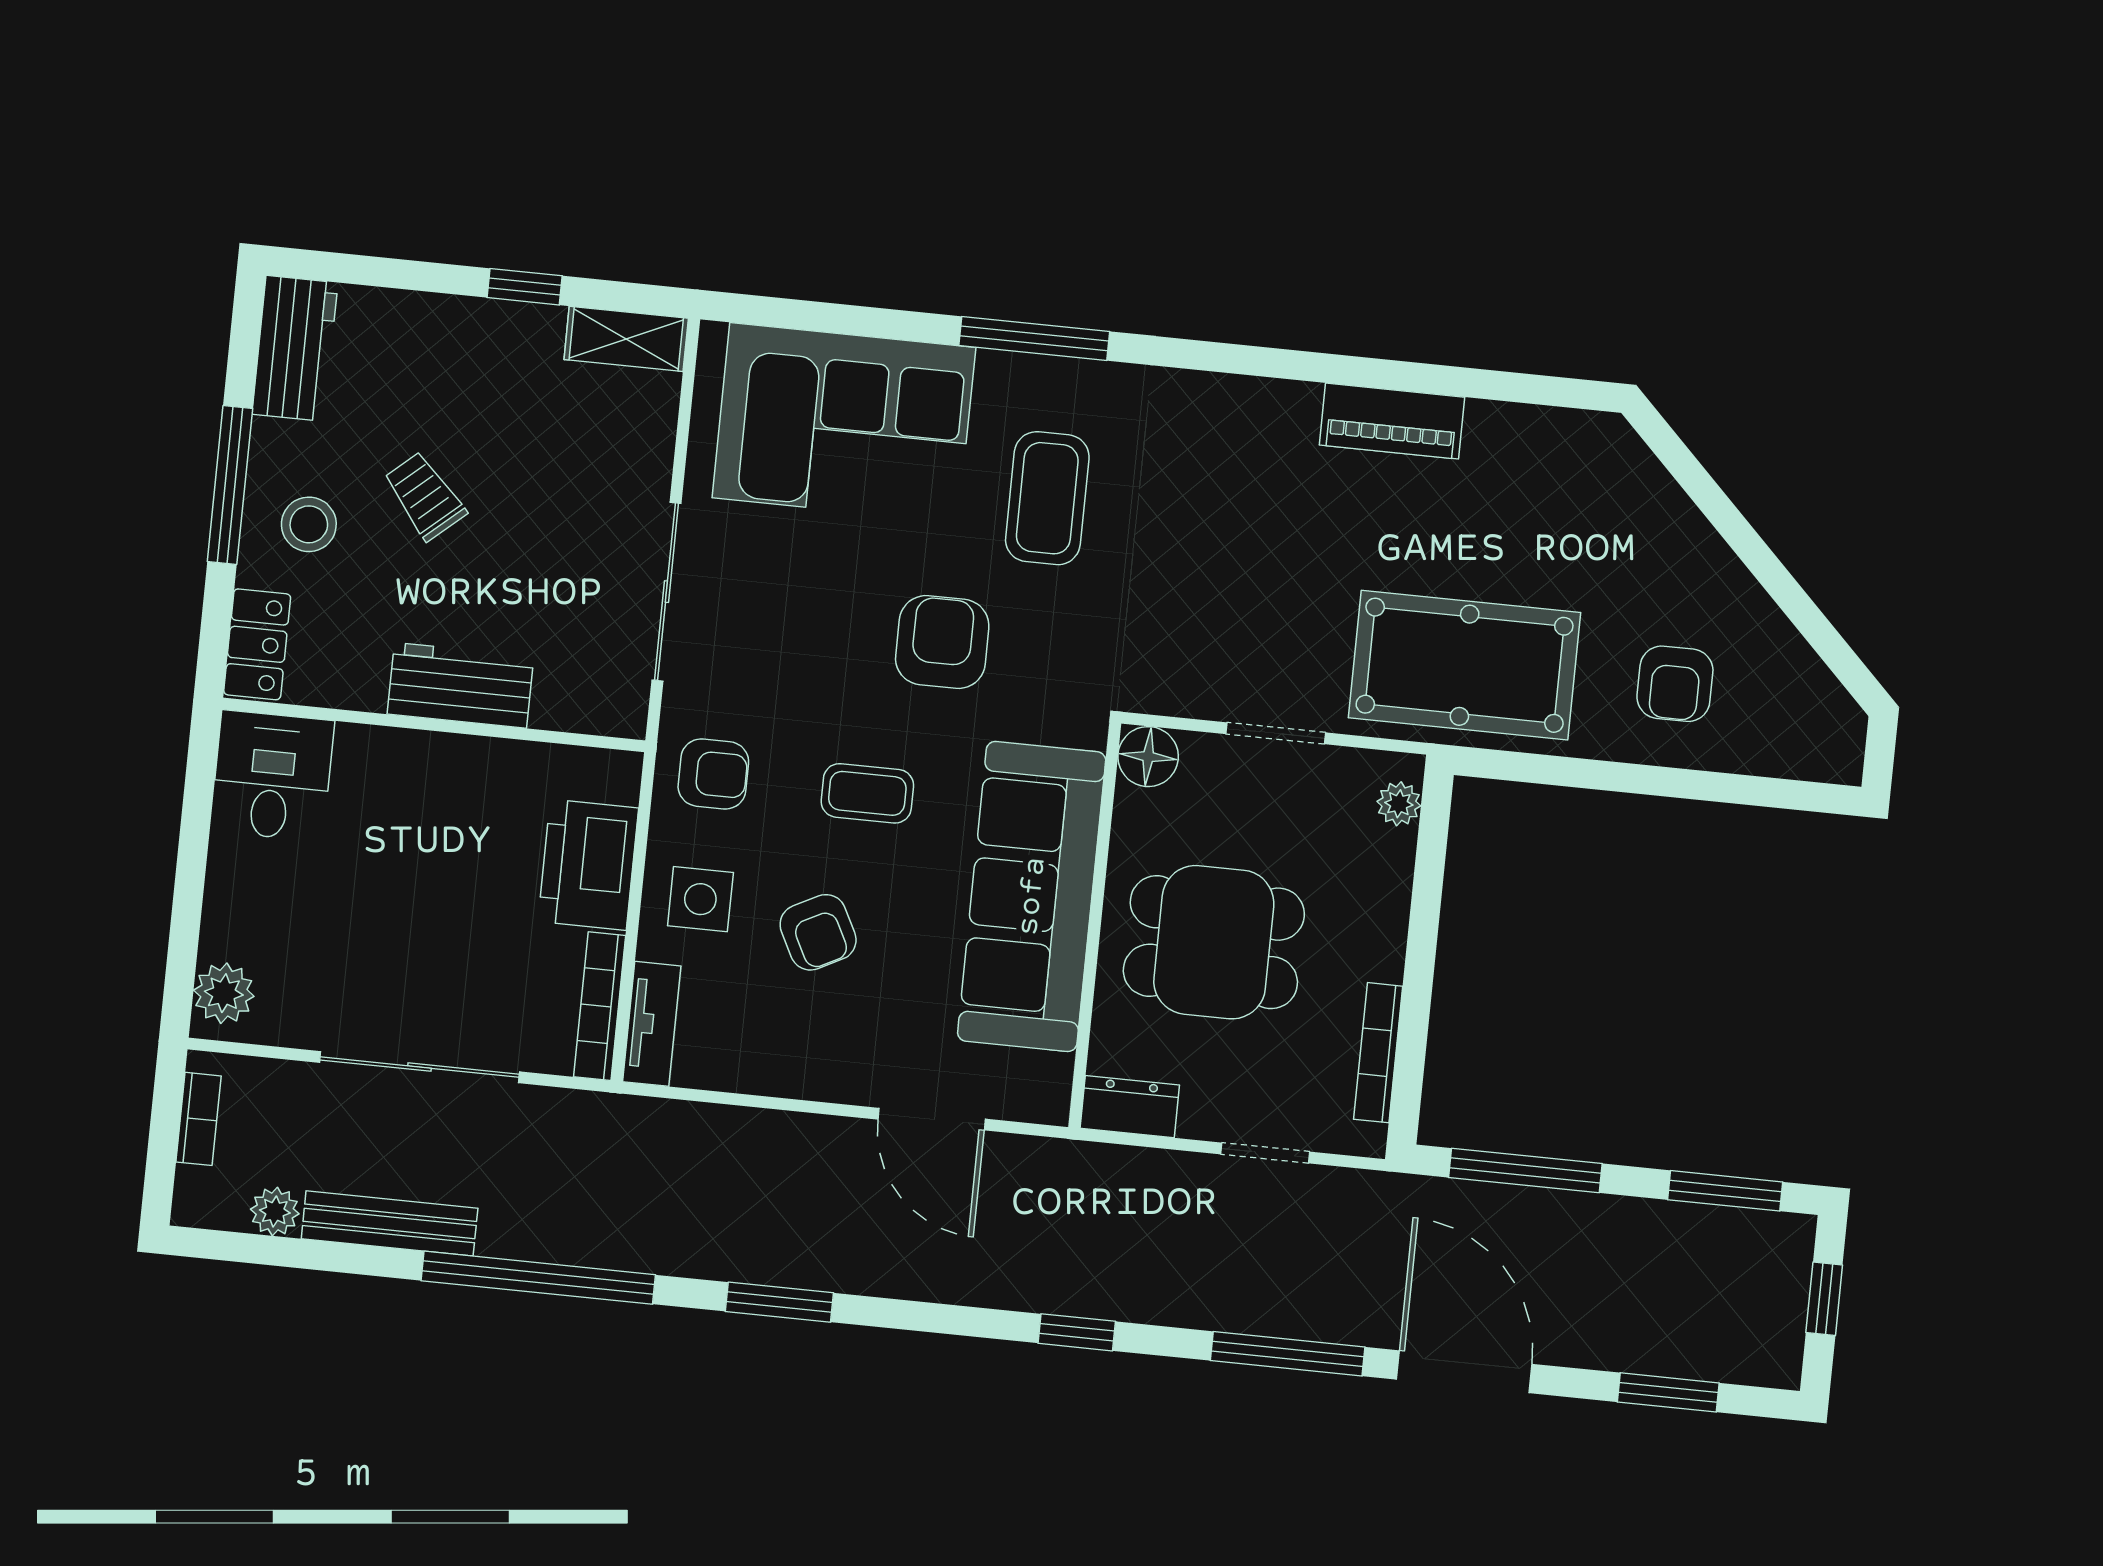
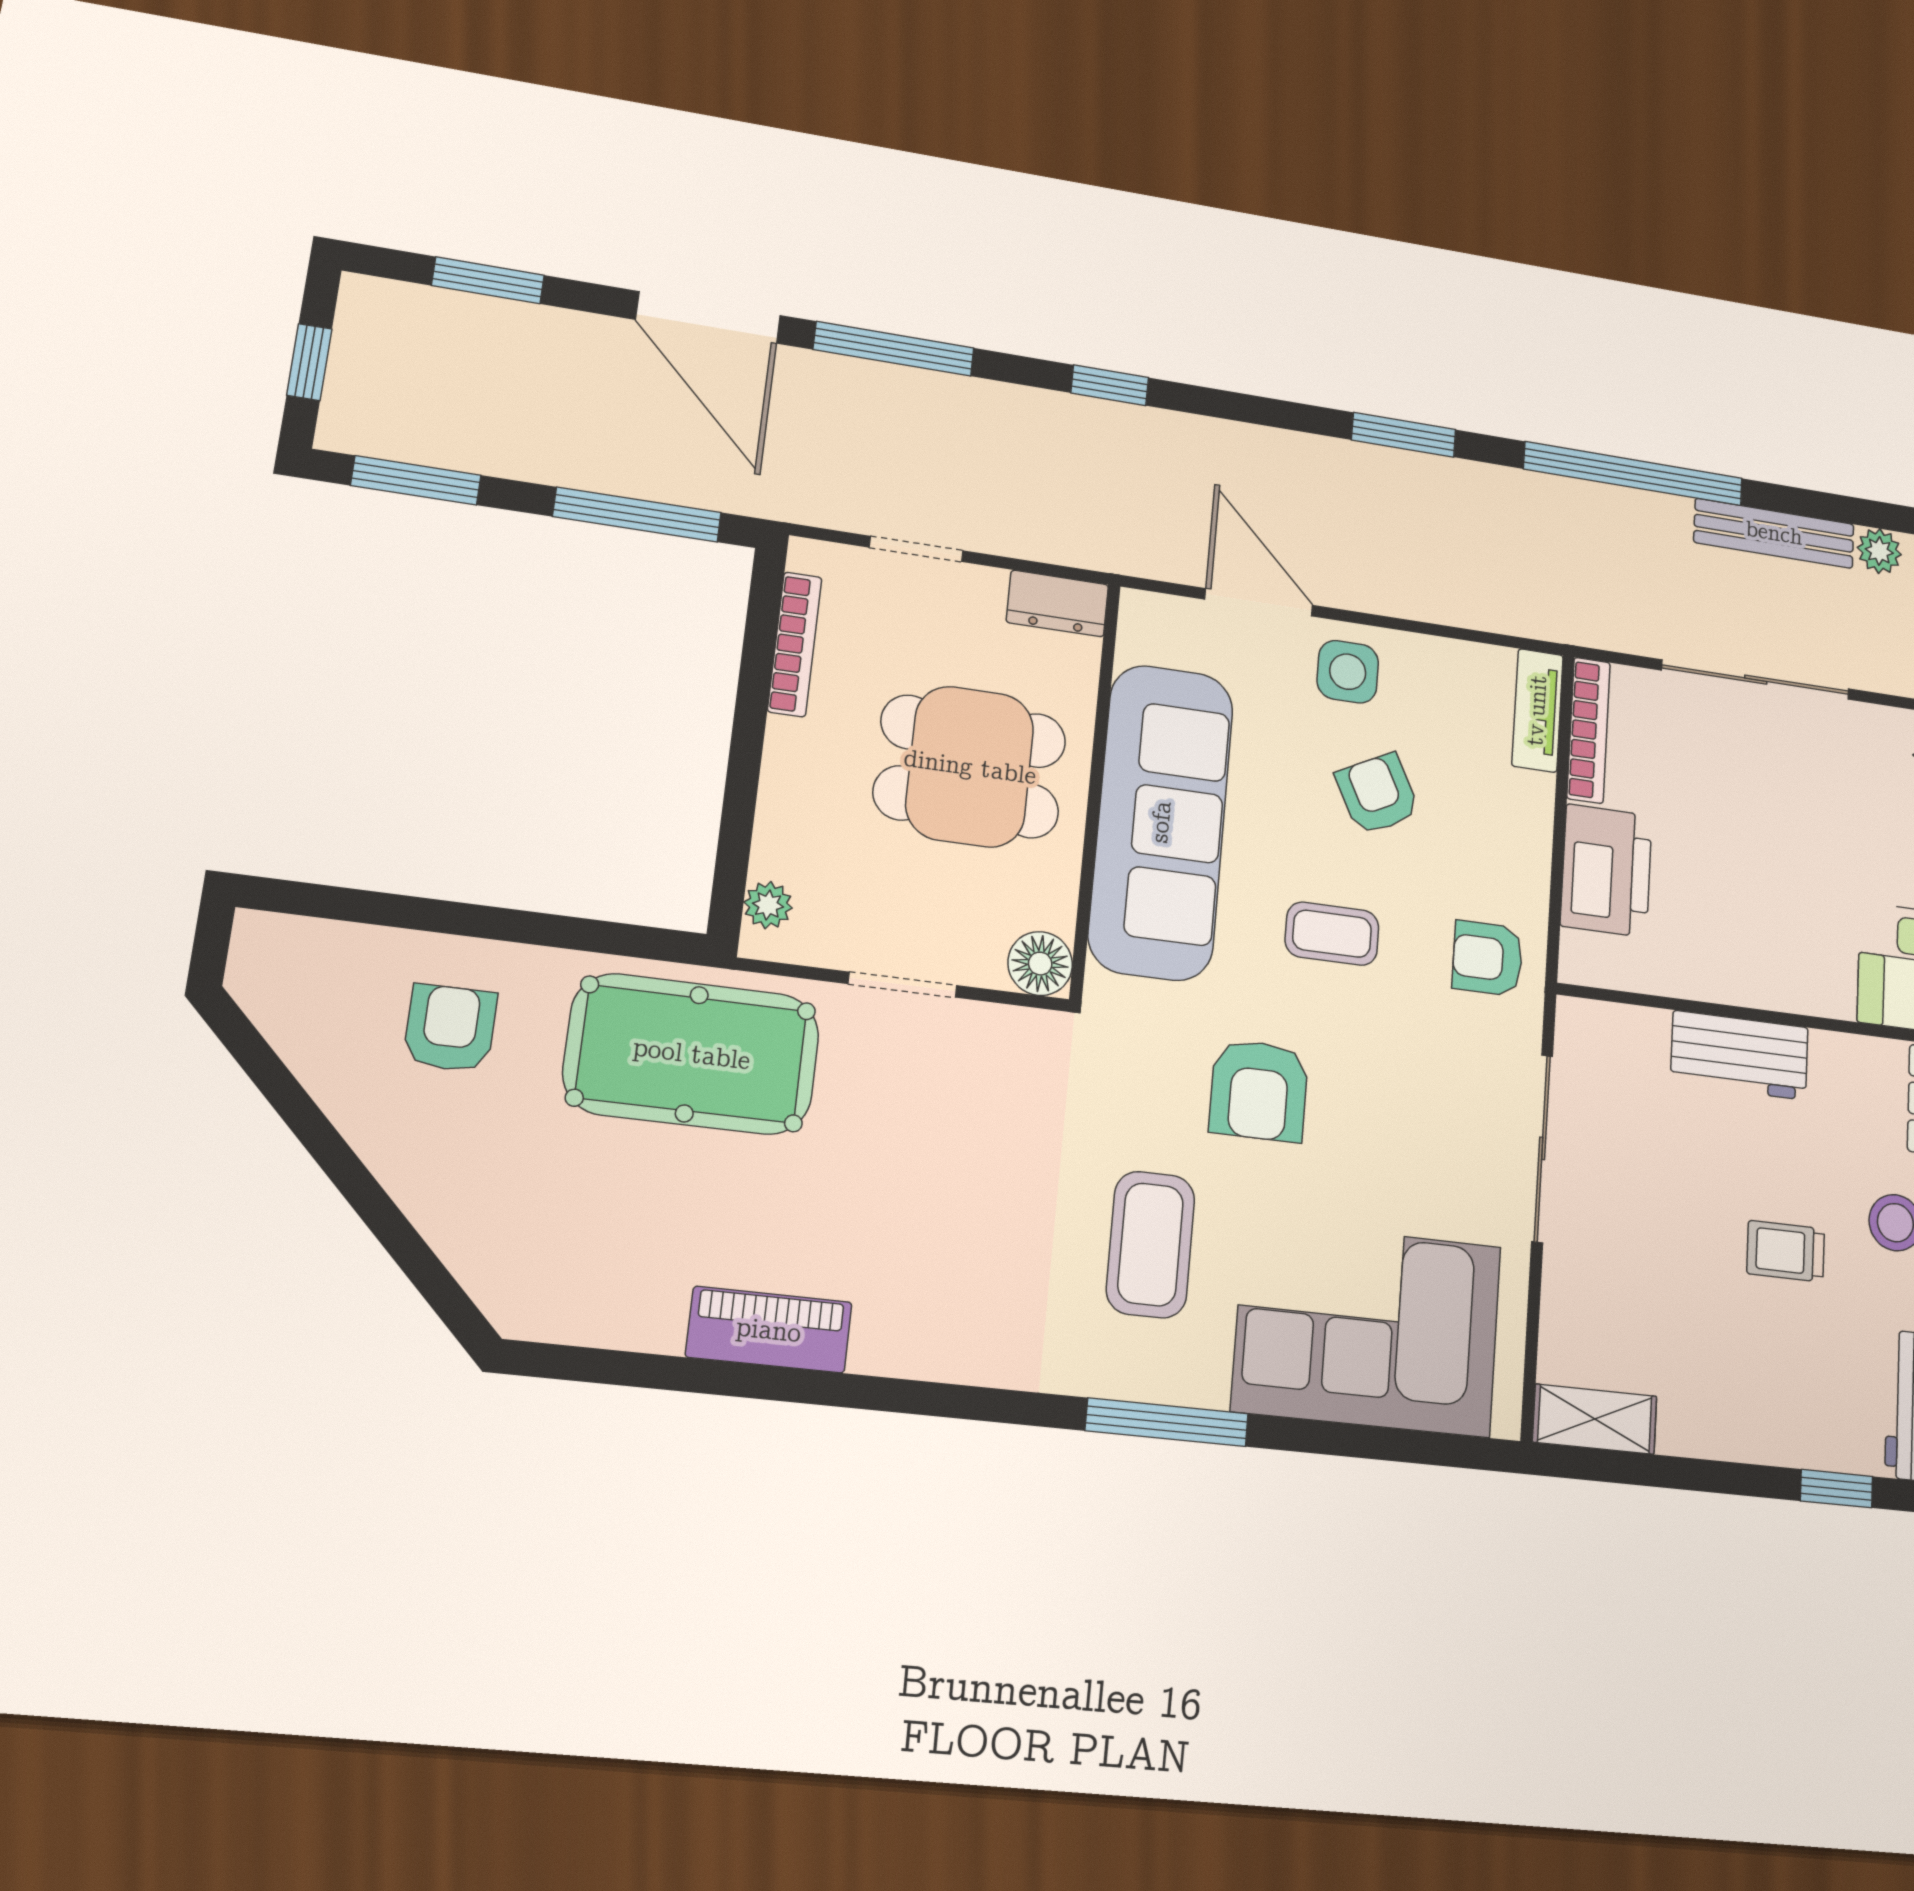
window: (525, 287) -> (1836, 1489), moved
trolley: (425, 496) -> (1786, 1251), turned 131
side table: (700, 899) -> (1348, 672), moved

